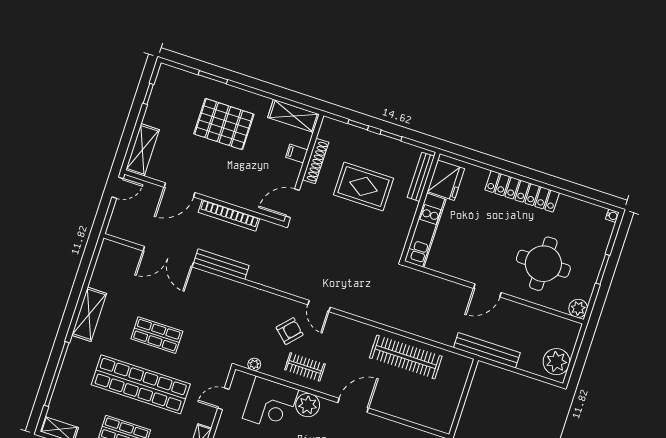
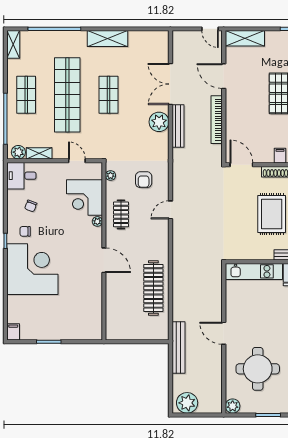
plant: (209, 285) -> (159, 122), added
armchair: (290, 331) -> (144, 180), moved, turned 47
plant: (308, 405) -> (97, 221), width x0.53, depth x0.53

